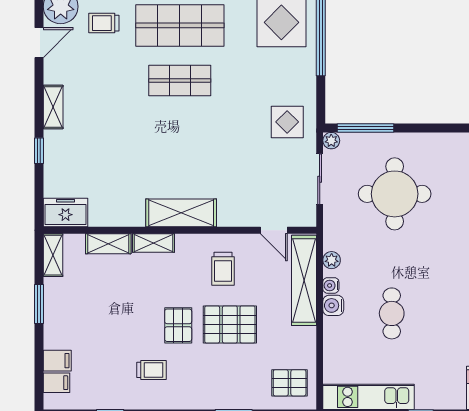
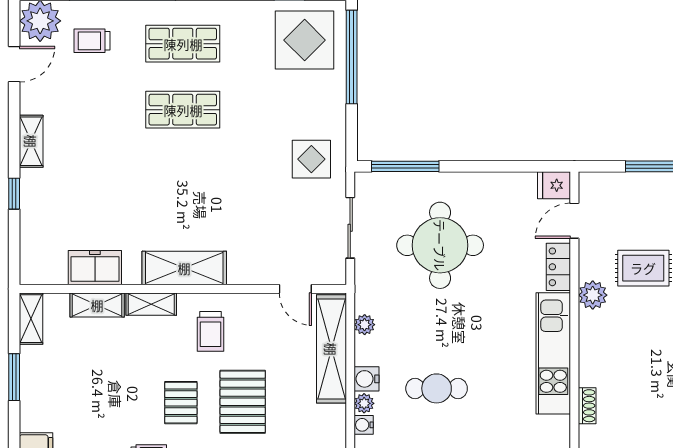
shop shelf: (180, 25) -> (183, 44), width x0.70, depth x0.74
plant: (331, 141) -> (364, 403), moved
freezer: (65, 213) -> (95, 268), moved
trolley: (223, 269) -> (210, 331), moved
water cooler: (331, 285) -> (364, 425), moved
cafe table: (392, 313) -> (437, 388), turned 90
pallet: (230, 324) -> (243, 402), turned 90

